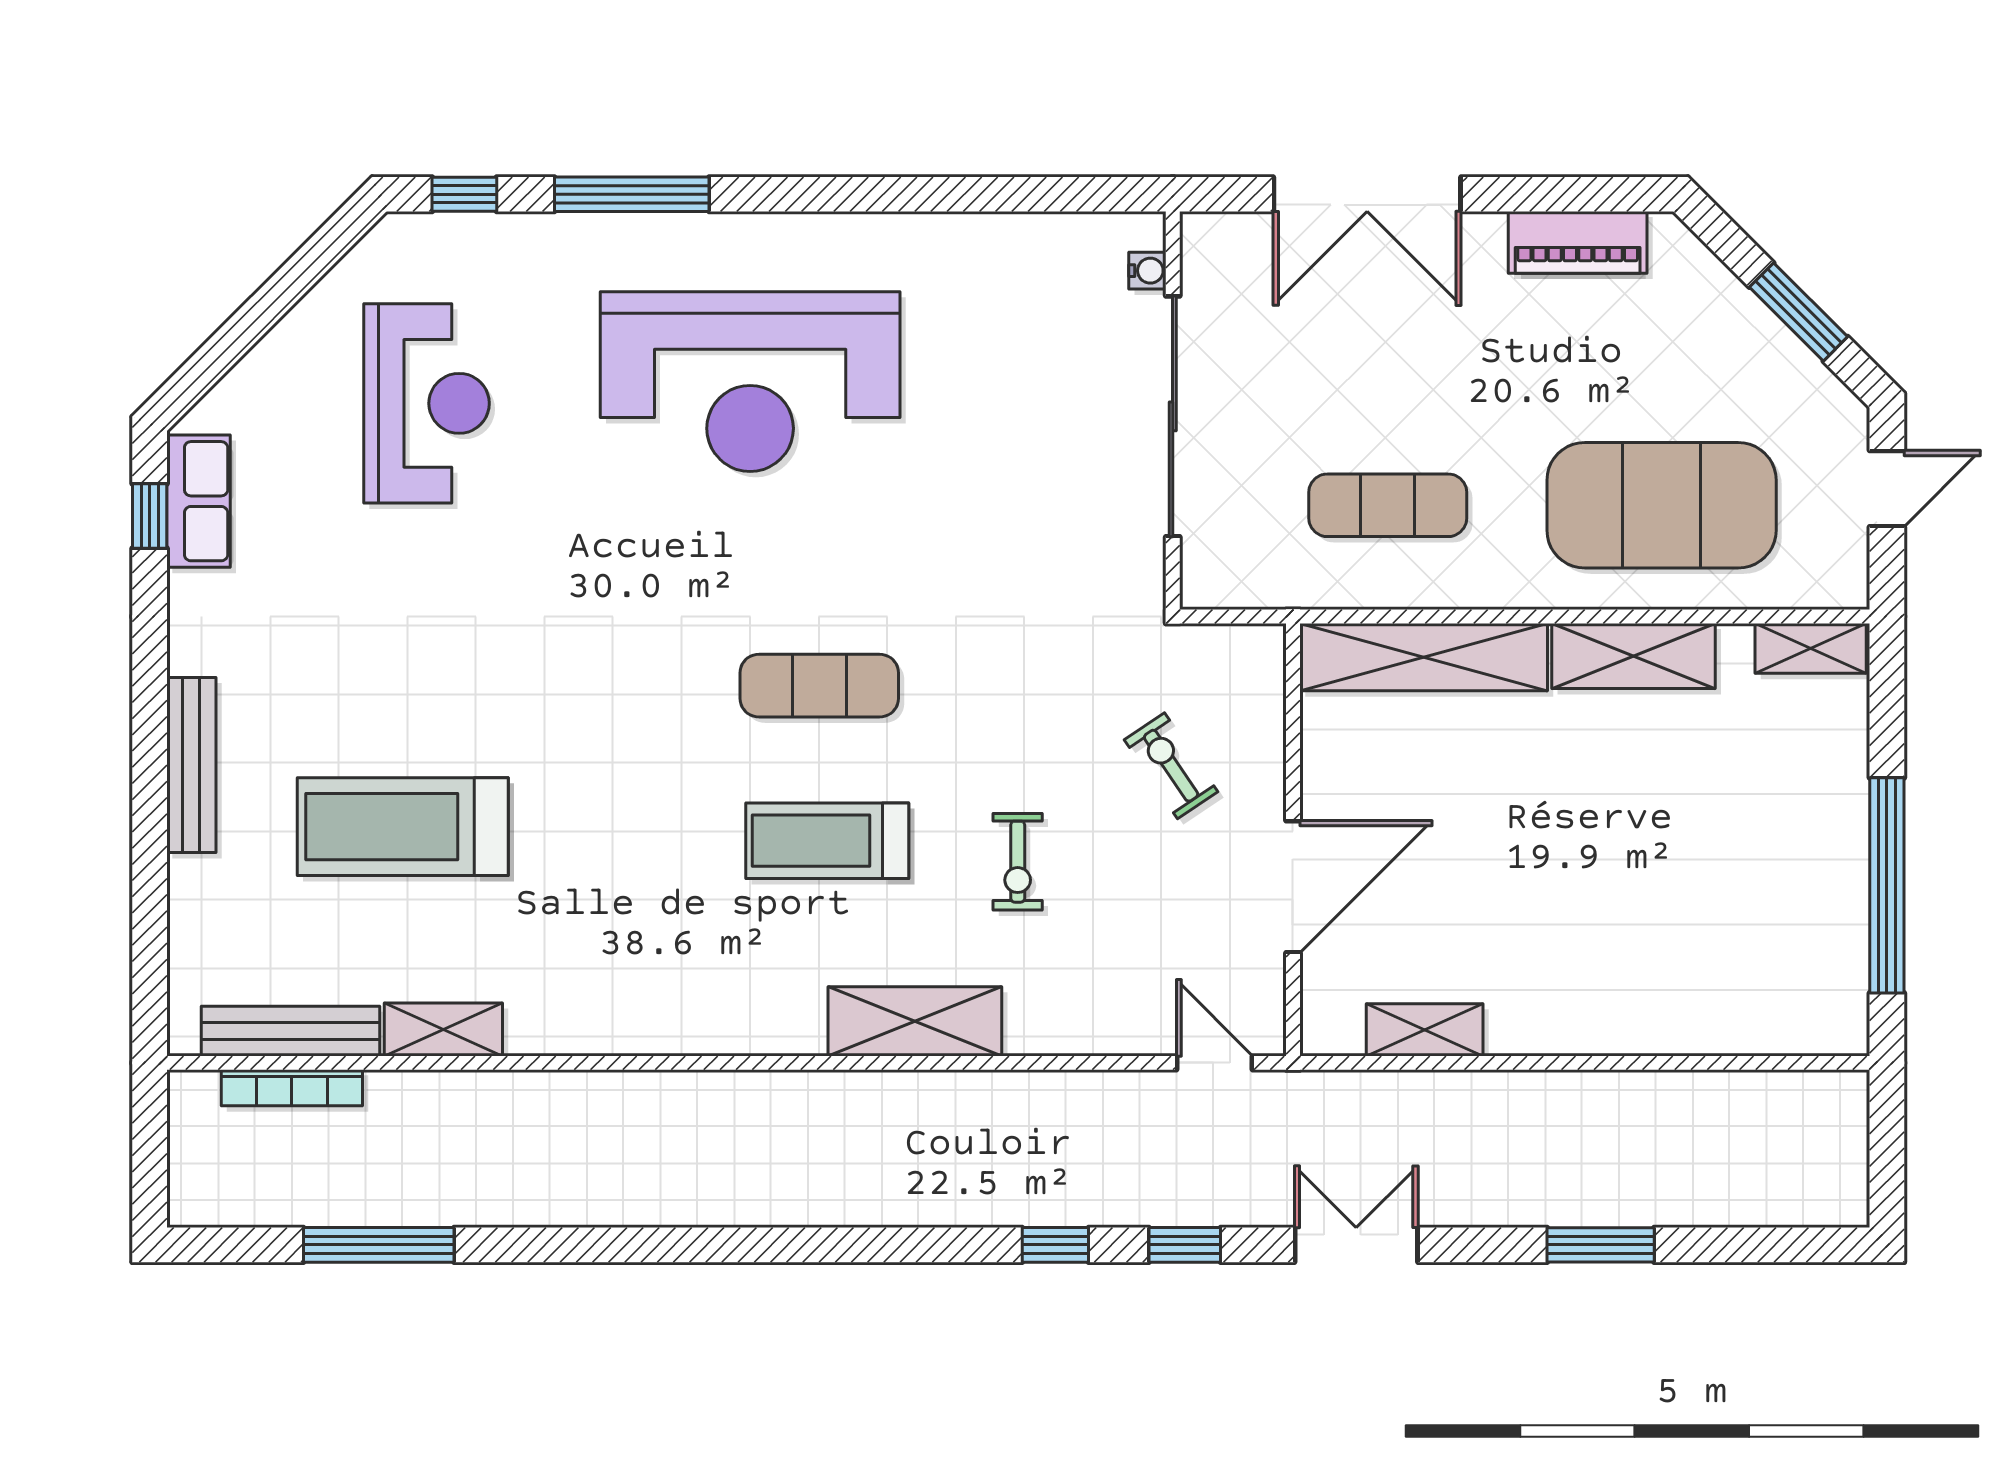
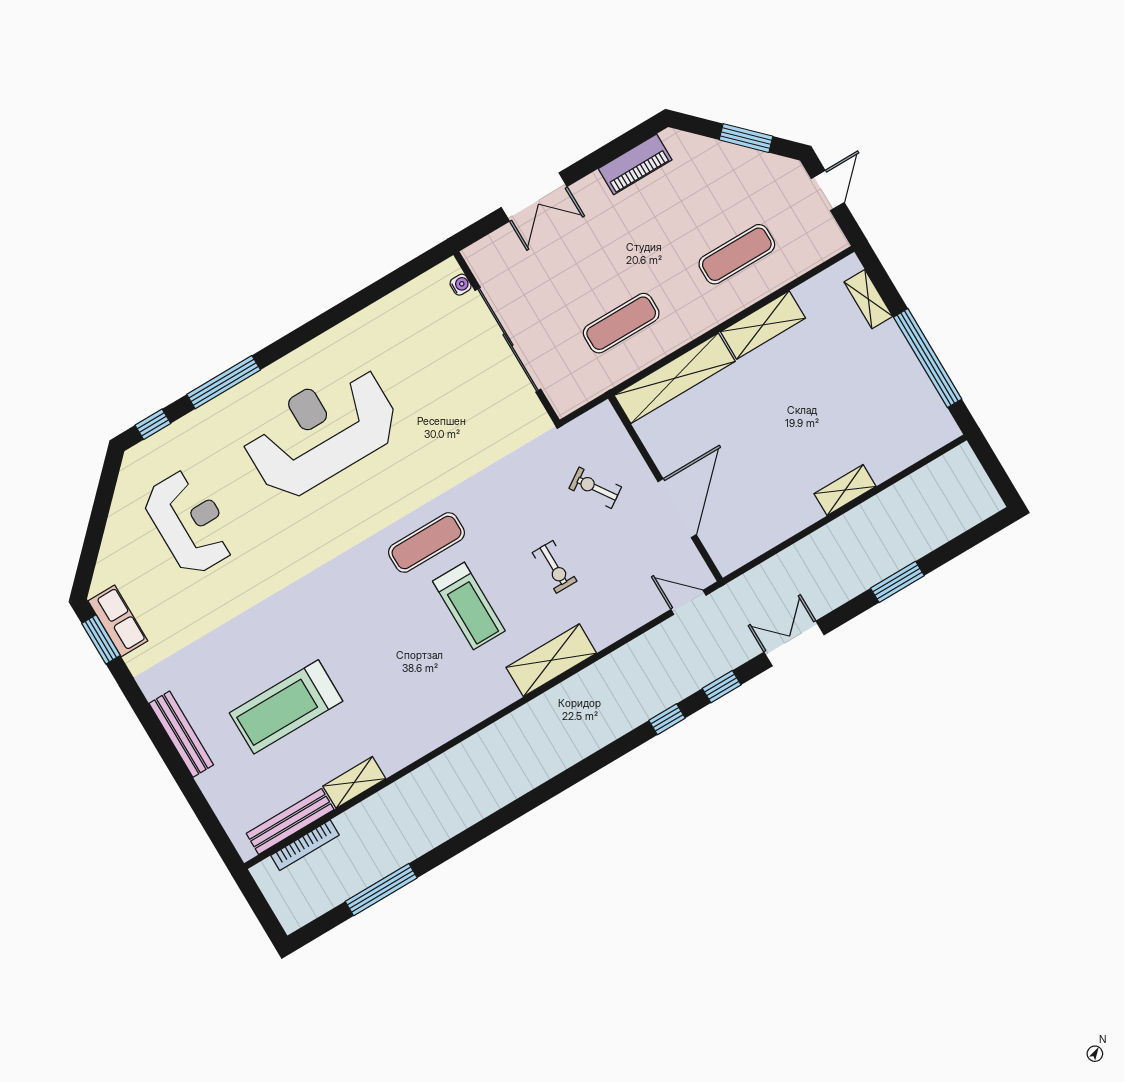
double door: (1367, 194) -> (534, 197), width x0.73
reception desk: (750, 382) -> (321, 432), turned 180
exercise mat: (1662, 505) -> (737, 254), width x0.50, depth x0.69
window: (150, 516) -> (101, 639), width x1.50
shelving: (1811, 648) -> (868, 299), moved, turned 90
treadmill: (827, 841) -> (469, 606), turned -90
shelving: (1425, 1030) -> (845, 490), moved

